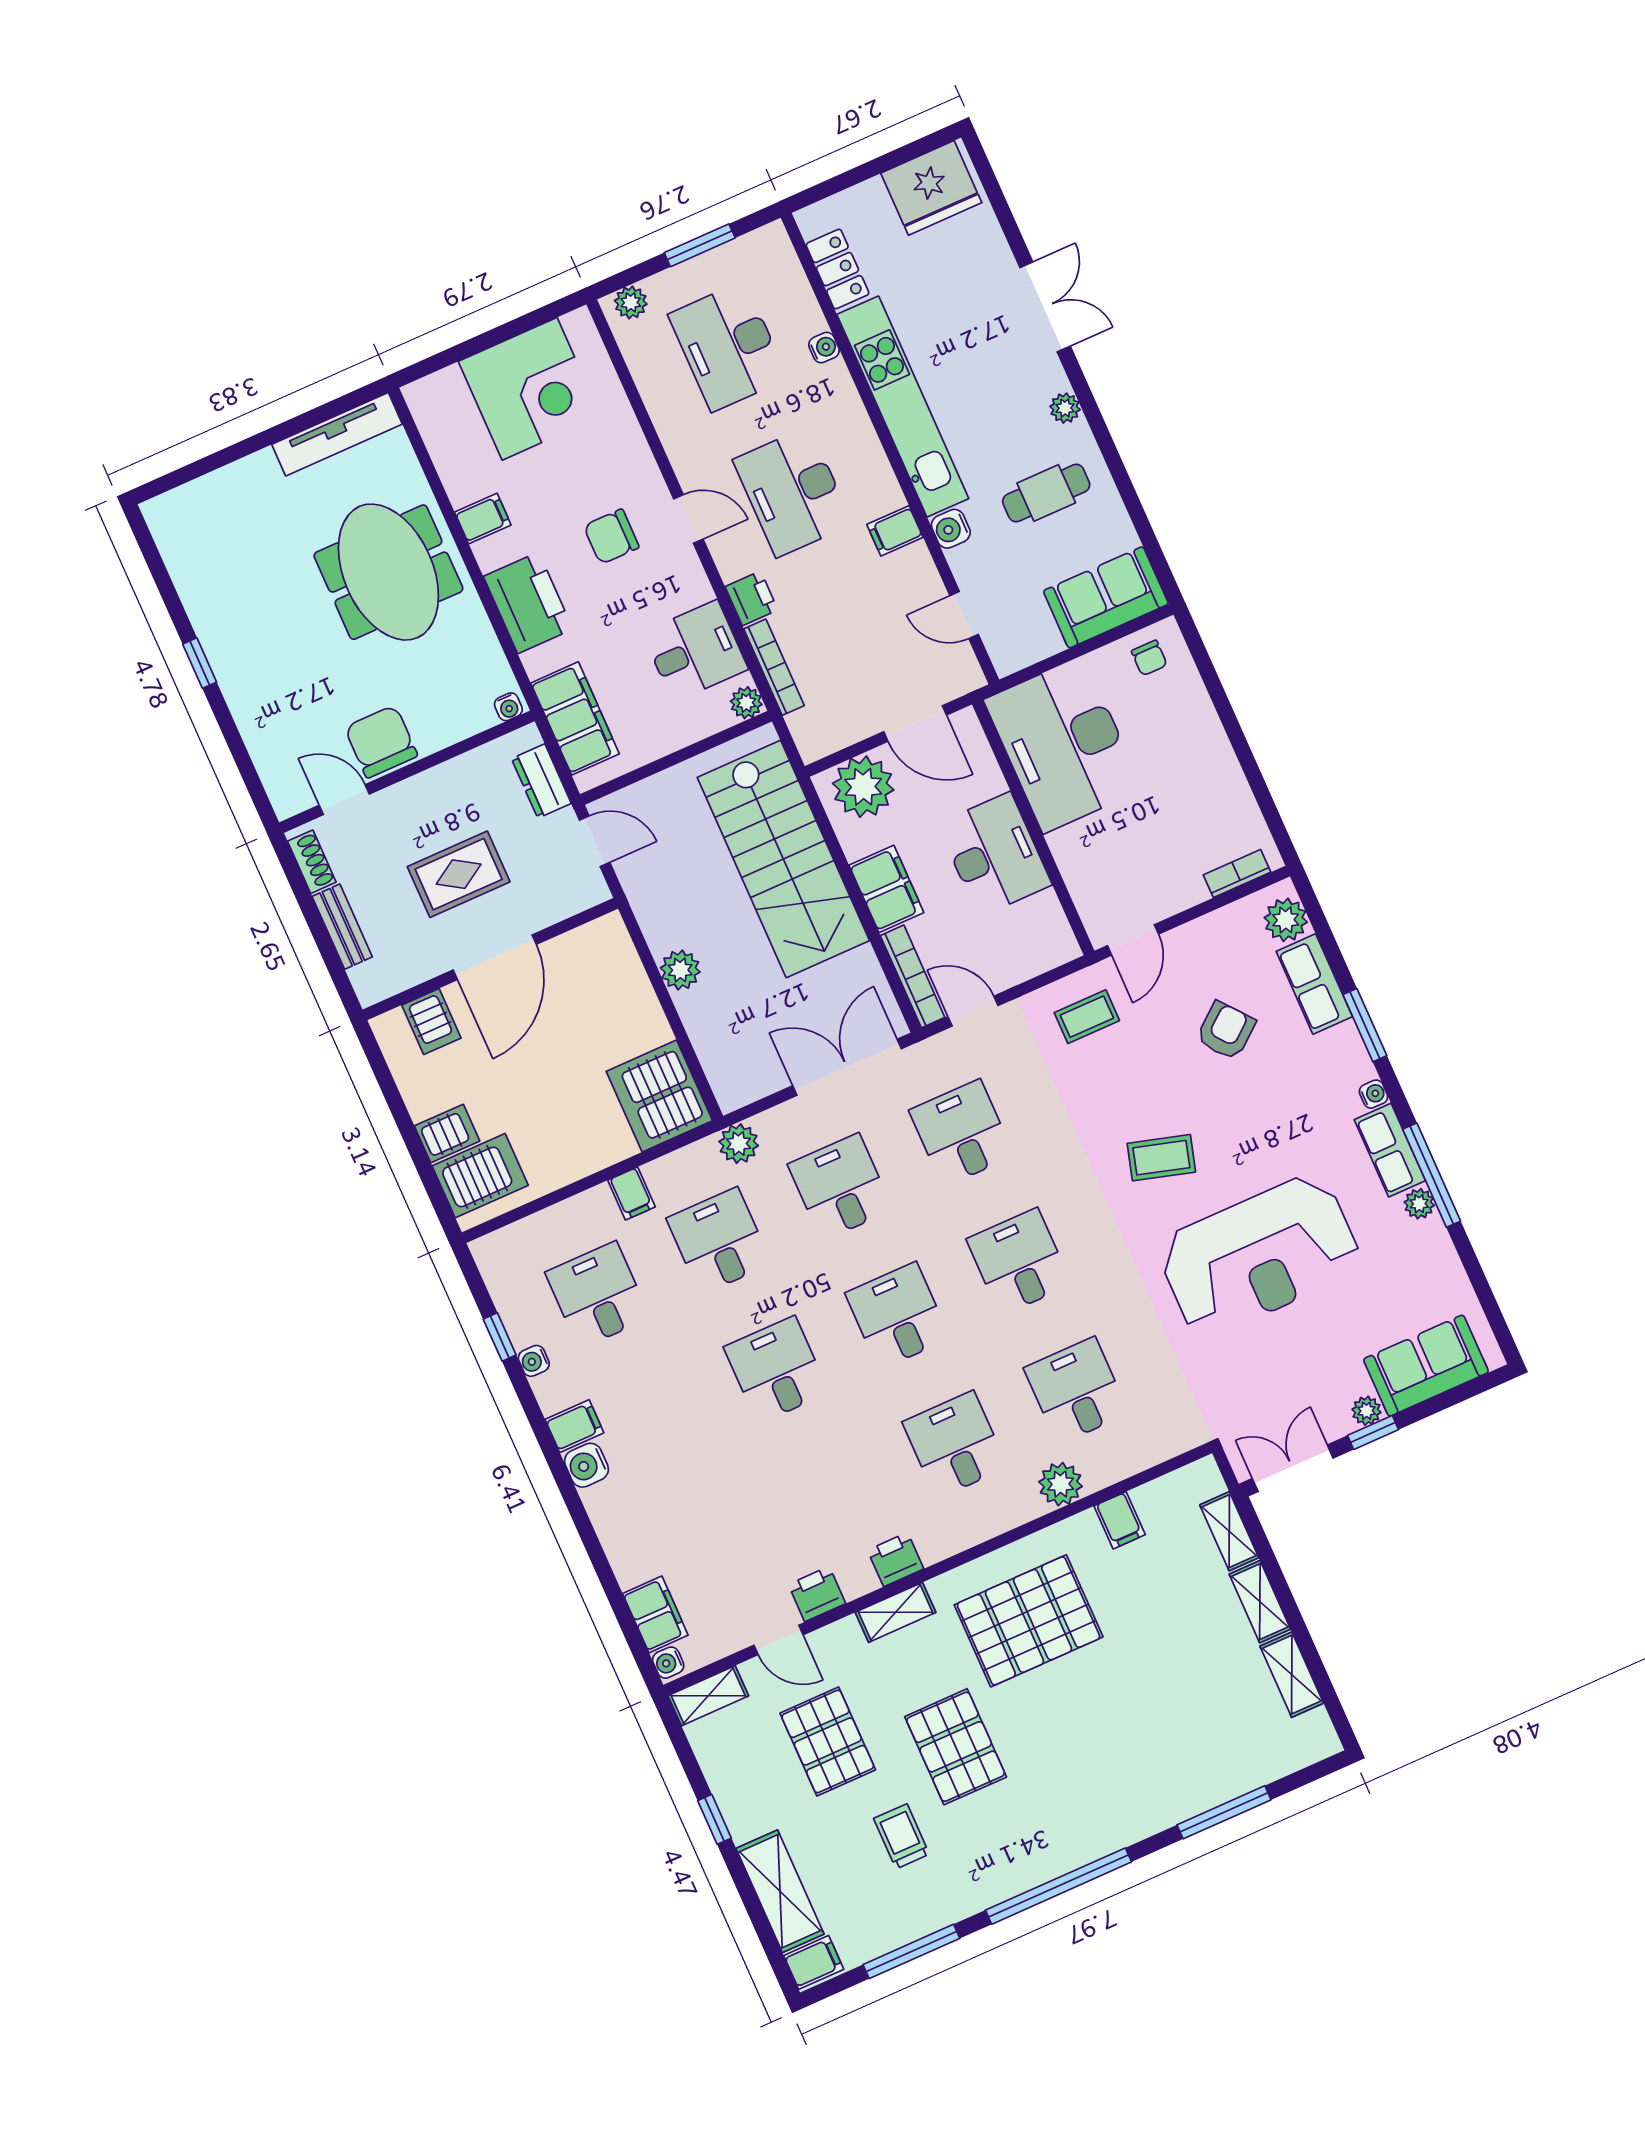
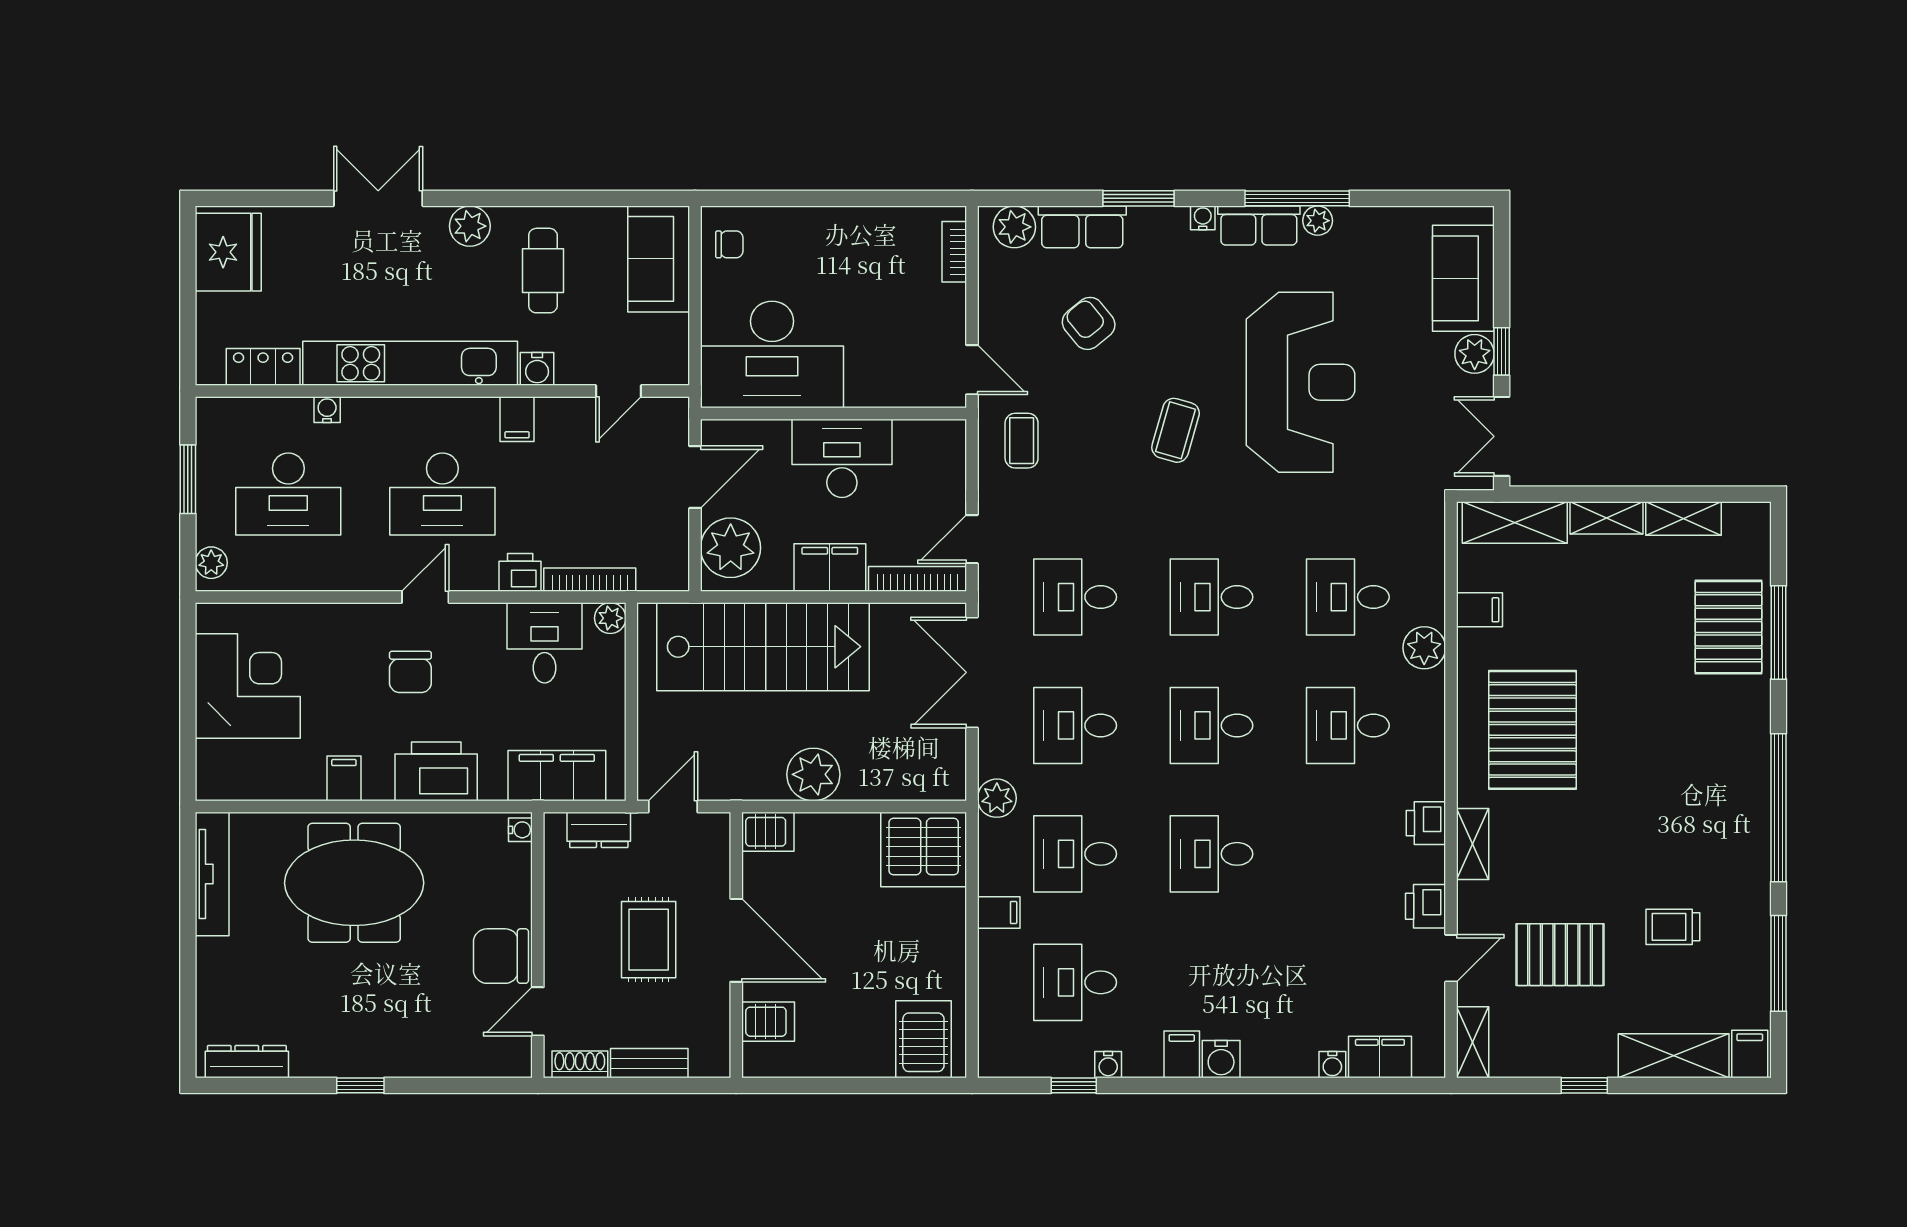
plant: (1065, 408) -> (470, 226), width x1.38, depth x1.38
dresser: (174, 546) -> (247, 1062), added
plant: (680, 970) -> (813, 774), width x1.36, depth x1.36
server rack: (447, 1134) -> (768, 832), moved, turned 90
plant: (1367, 1411) -> (1475, 354), width x1.38, depth x1.38
shelving: (1229, 1531) -> (1515, 522), width x1.50, depth x1.33
water cooler: (668, 1663) -> (1332, 1065), moved
pallet: (956, 1747) -> (1728, 627), moved, turned 90

